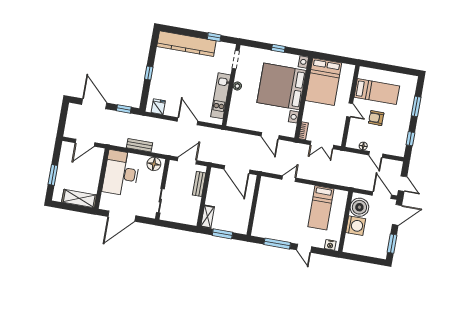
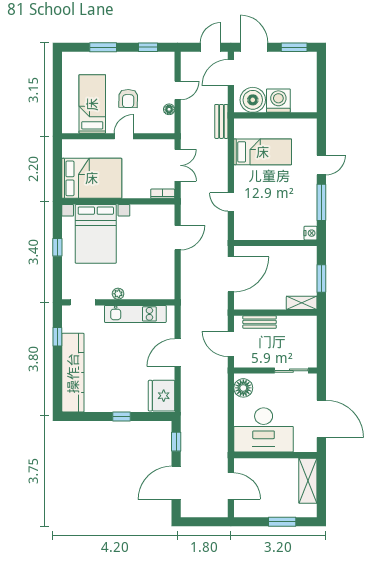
bed with nightstands: (282, 86) -> (96, 234), width x0.73
fridge: (158, 107) -> (162, 396), width x1.88, depth x1.34
bench: (139, 145) -> (221, 121), moved
nightstand: (330, 245) -> (311, 233), moved

